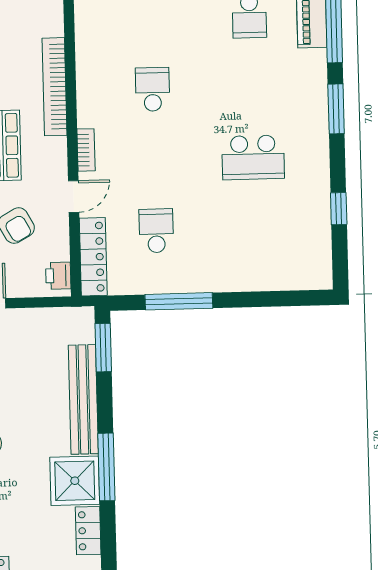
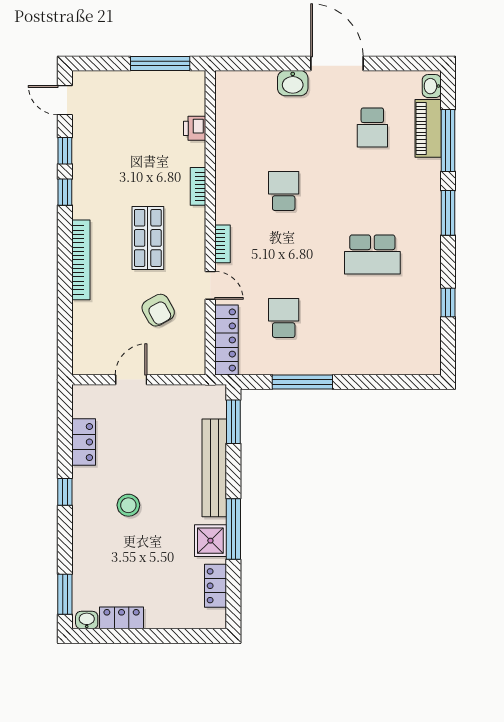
bookcase: (54, 87) -> (198, 186), width x0.43, depth x0.76
door: (74, 196) -> (210, 285), hinge flipped
printer: (58, 276) -> (195, 128), moved
shower: (75, 481) -> (210, 541), width x0.73, depth x0.73

